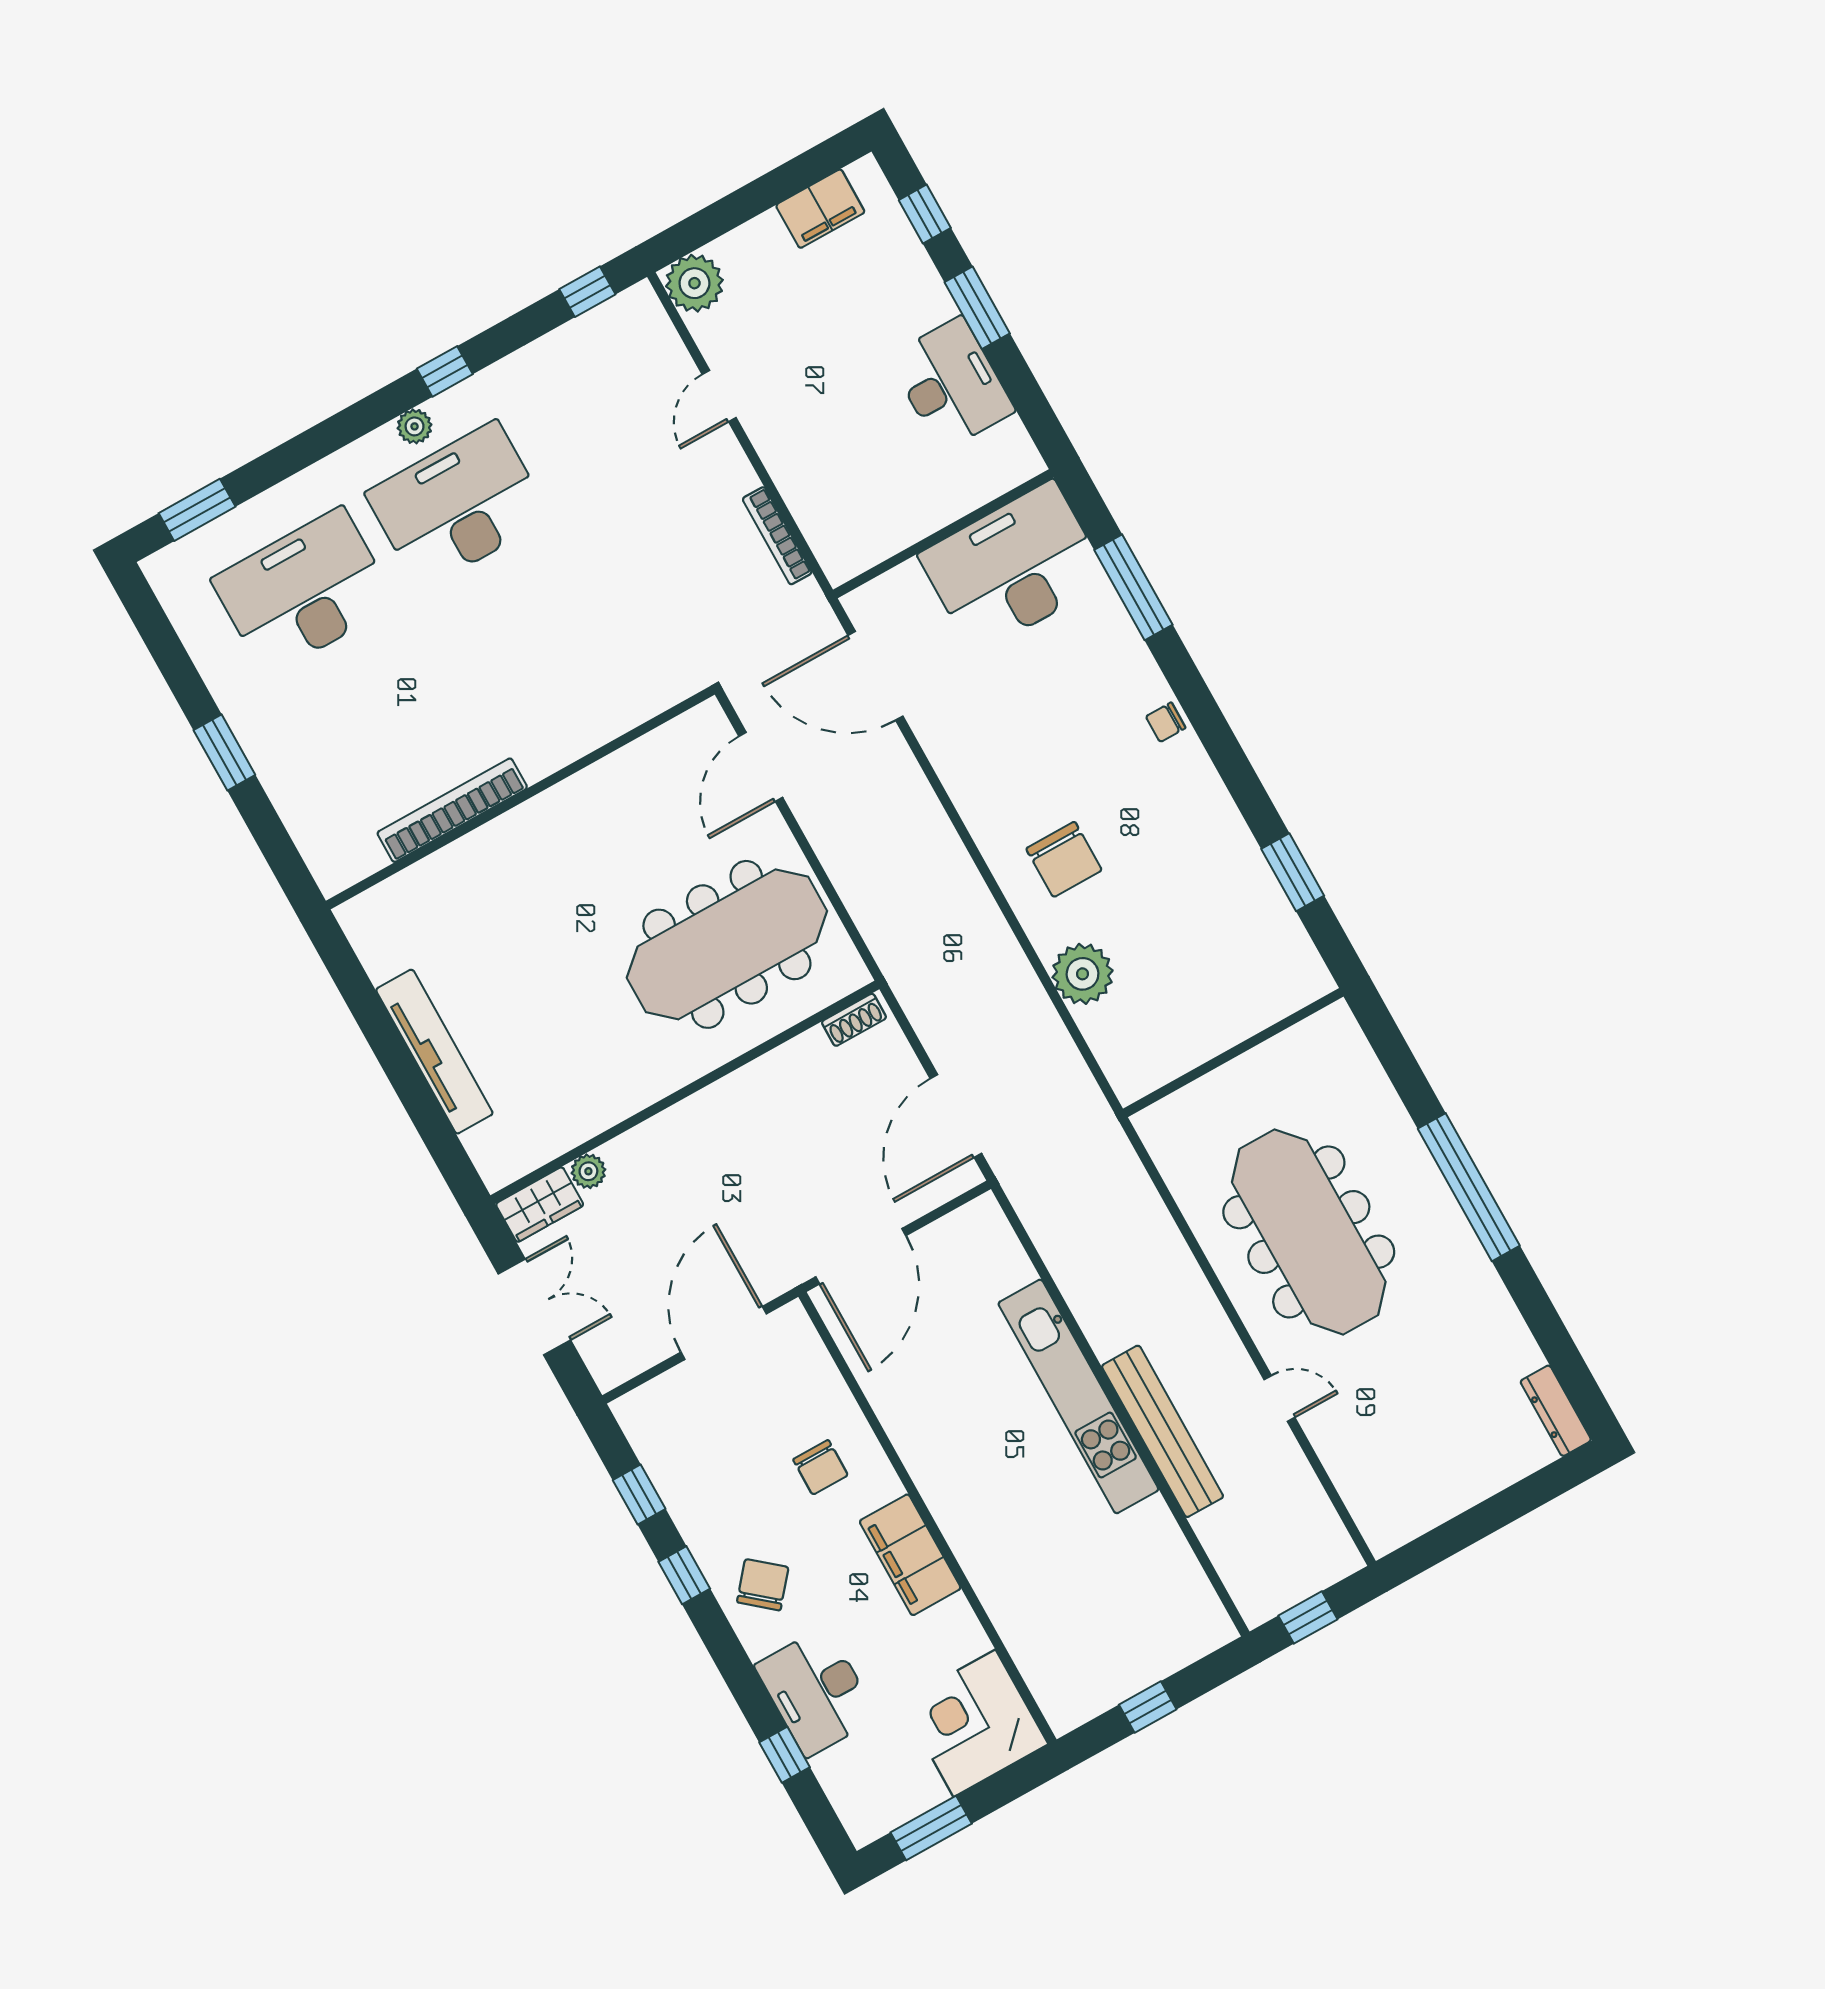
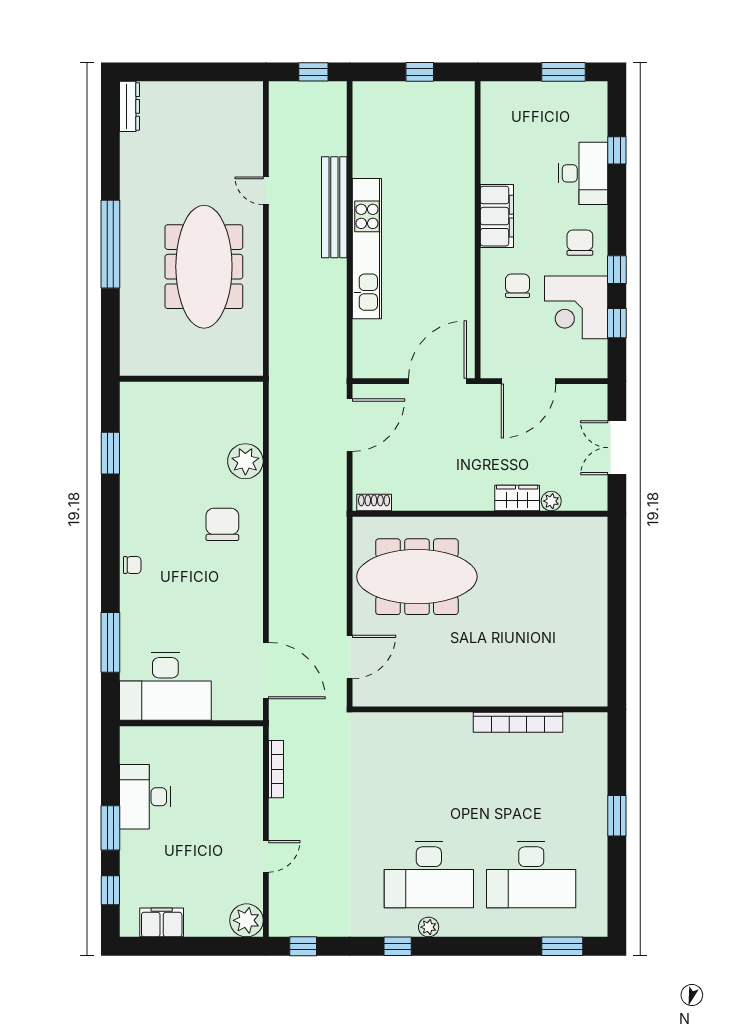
tv unit: (434, 1052) -> (595, 605), removed
wardrobe: (540, 1205) -> (517, 498), moved
chair: (763, 1585) -> (580, 243), turned 140
corner desk: (974, 1723) -> (576, 307), moved, turned 90

